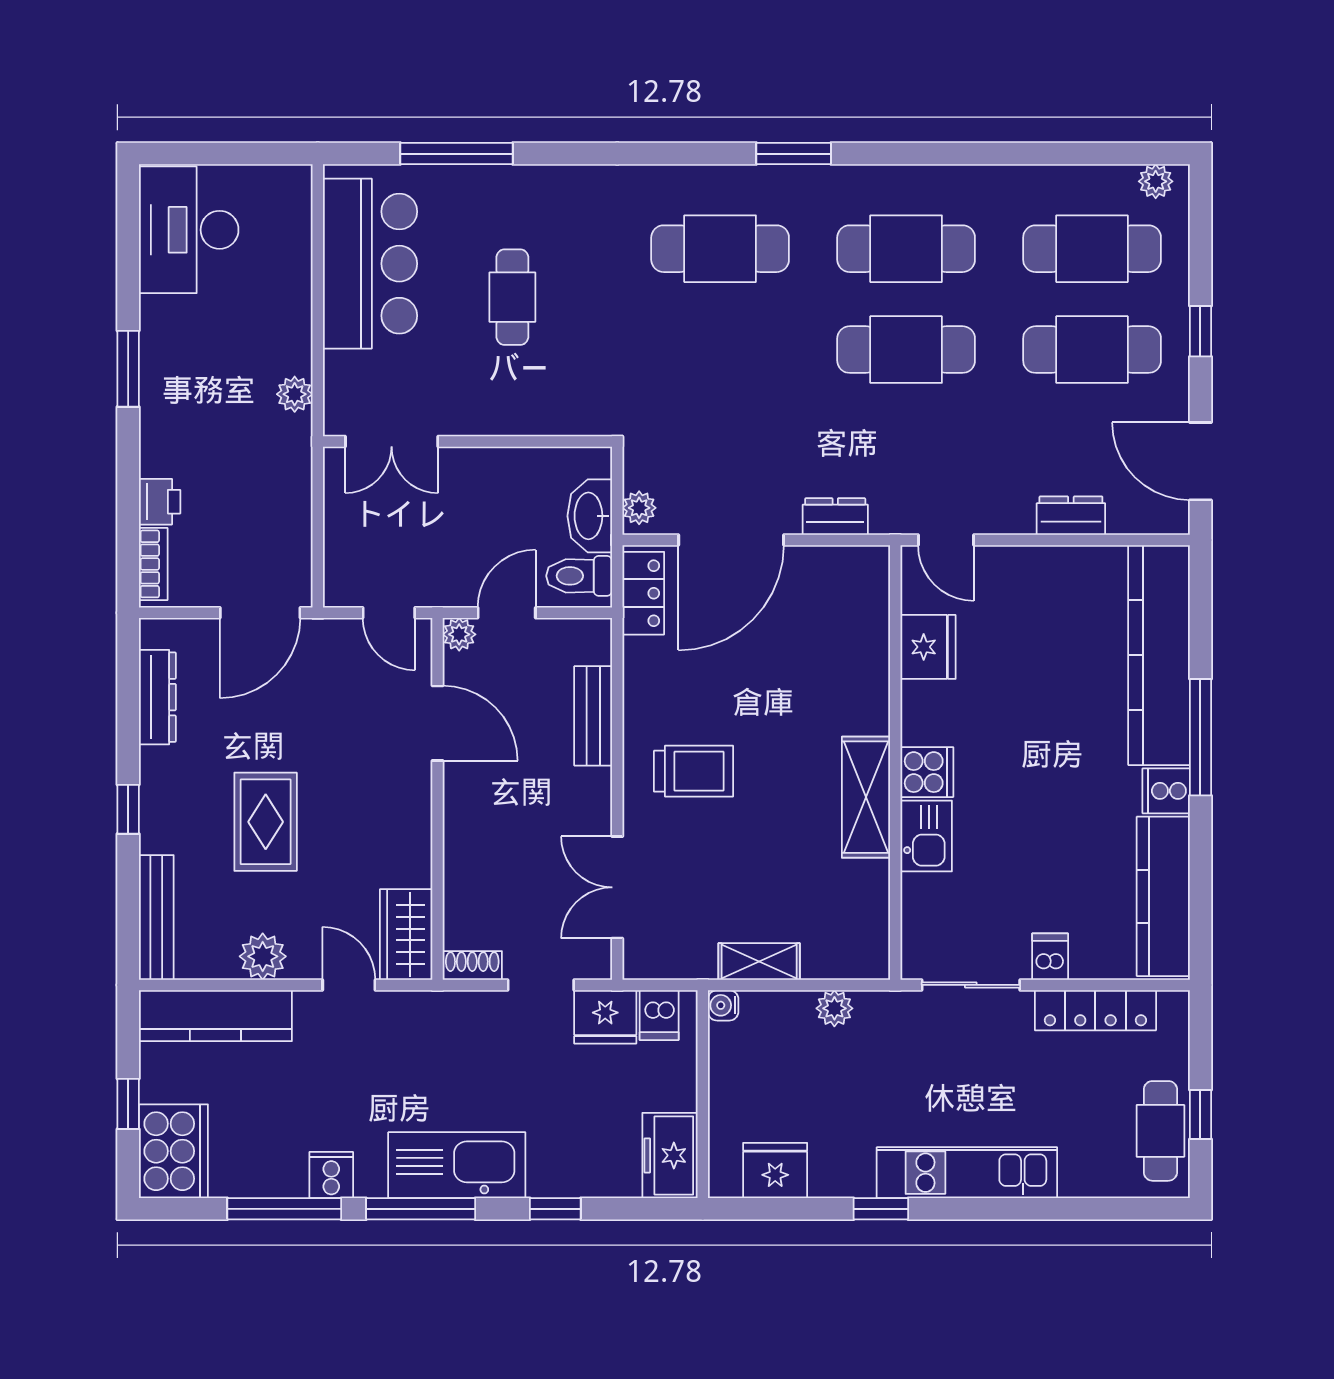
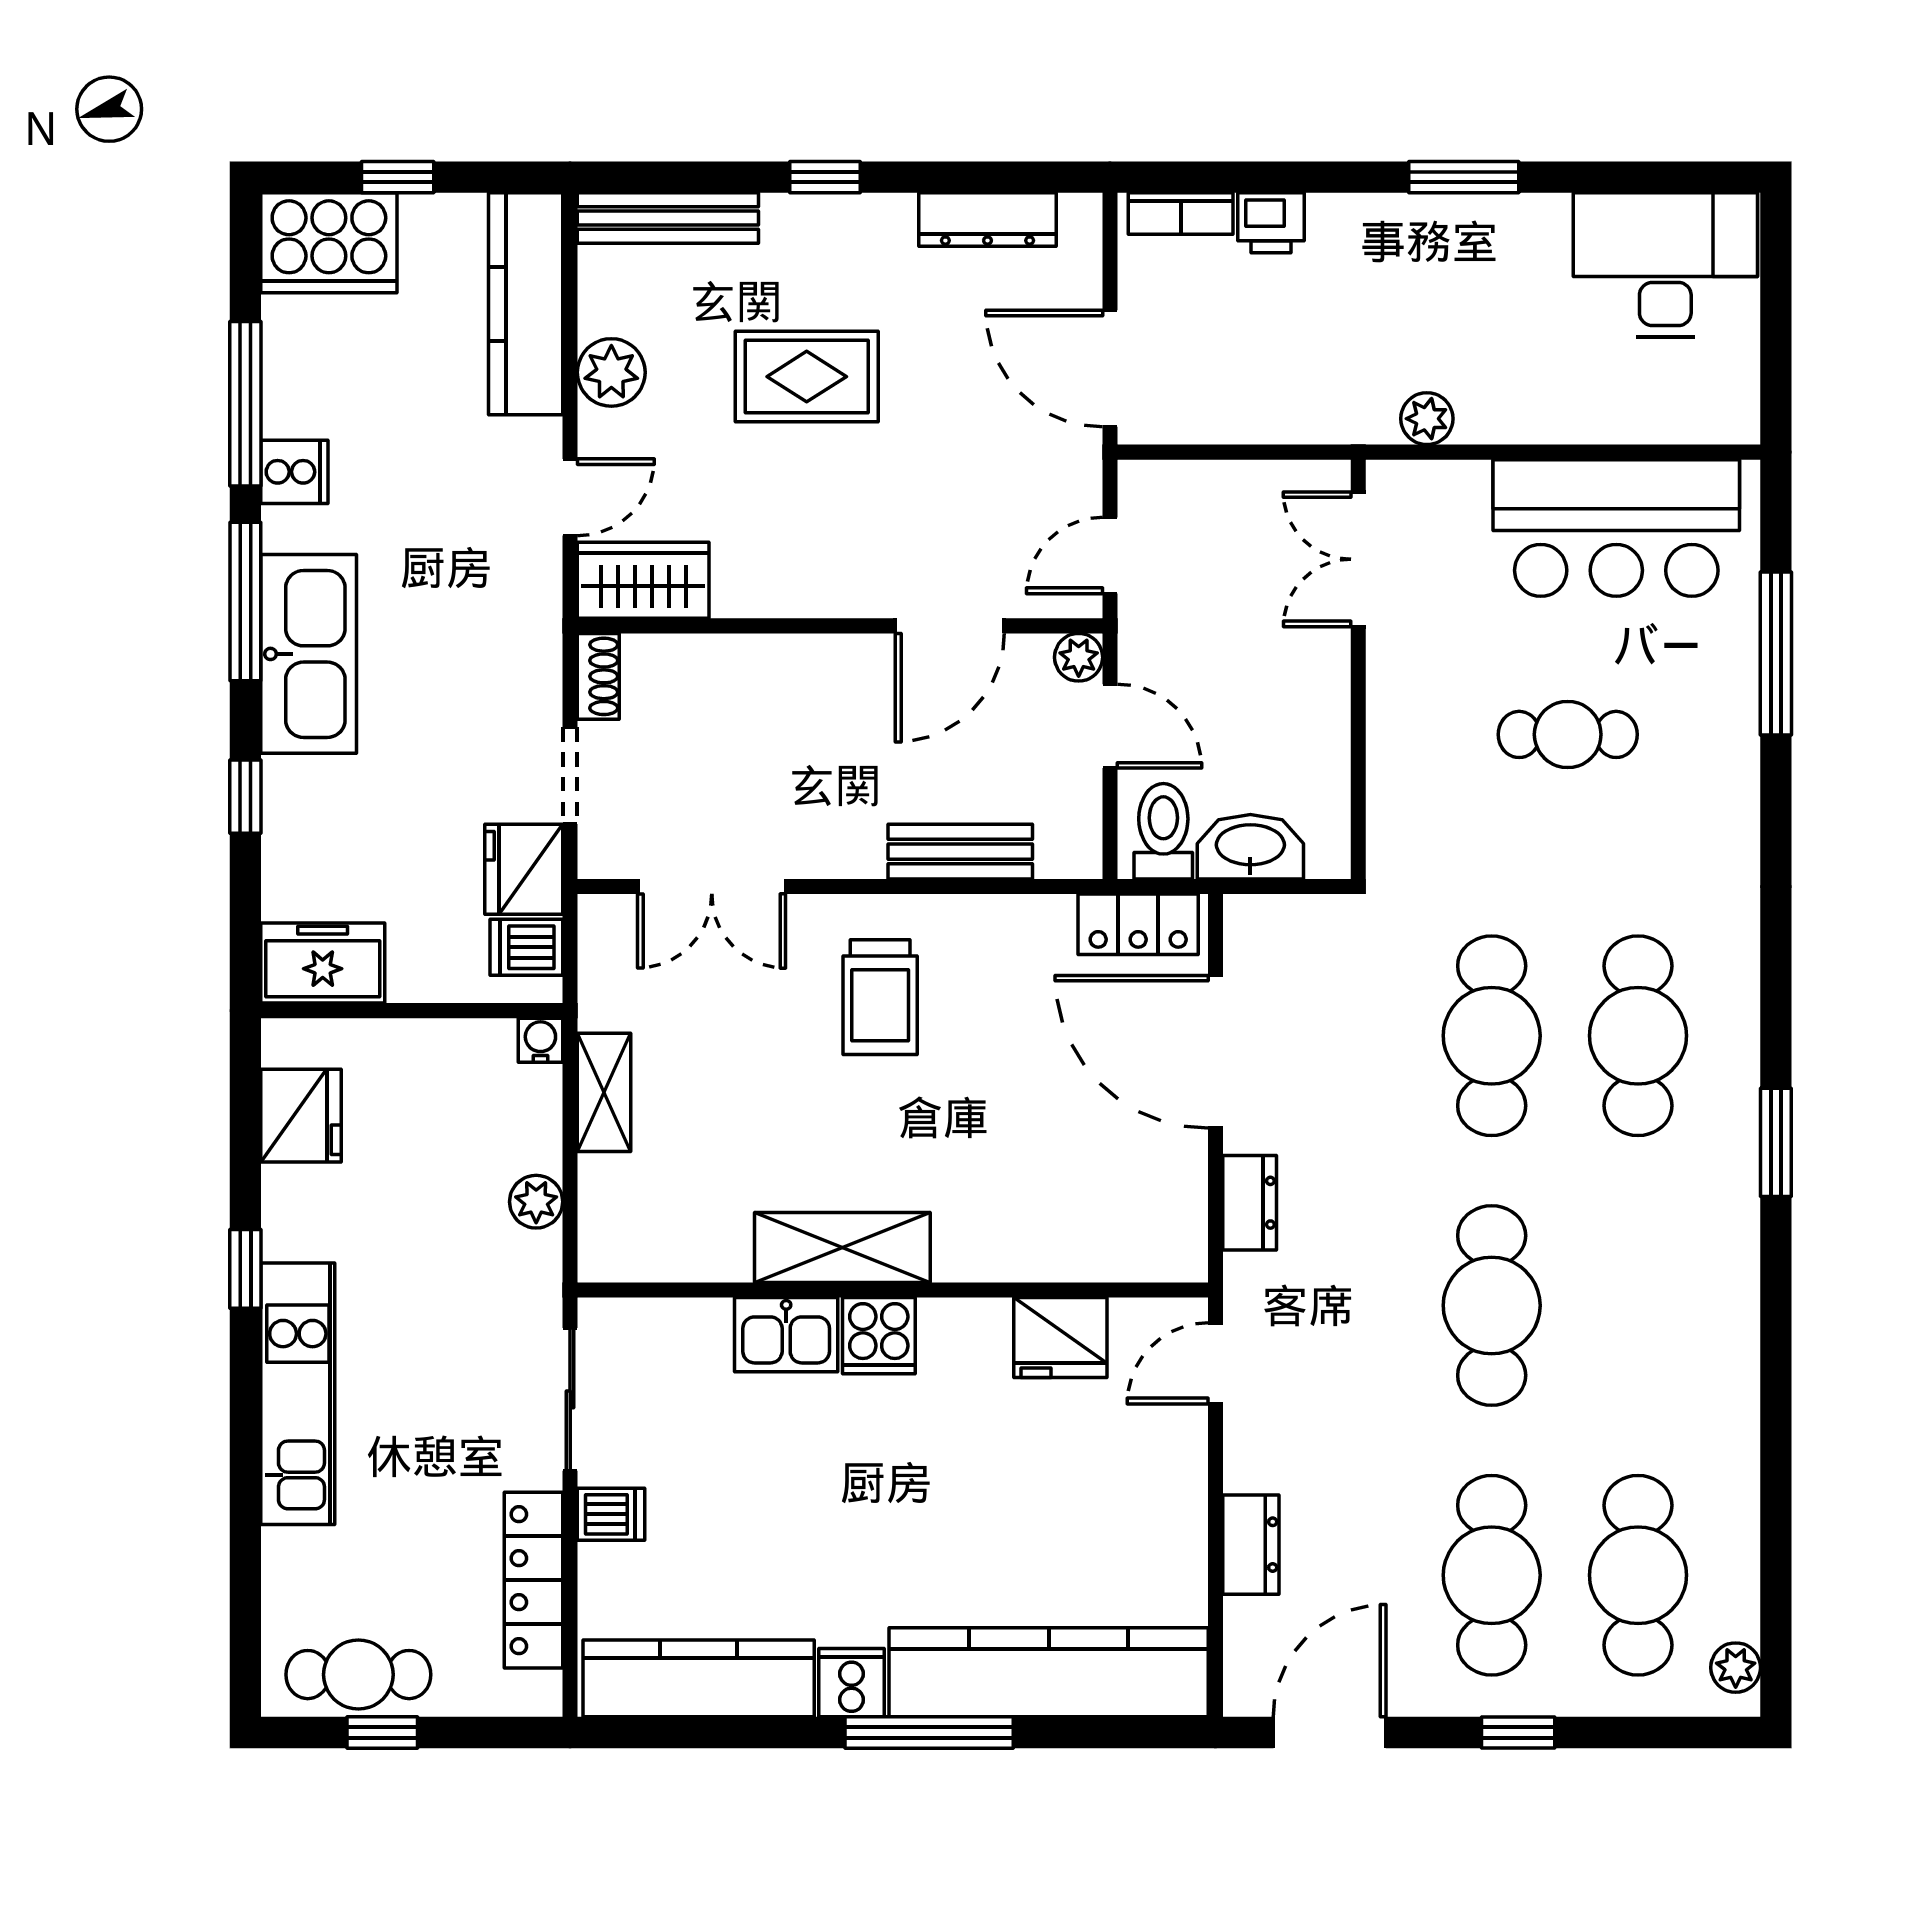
cafe table: (906, 249) -> (1492, 1036), moved
plant: (639, 508) -> (1262, 918), removed
double door: (617, 887) -> (712, 887), swing flipped

